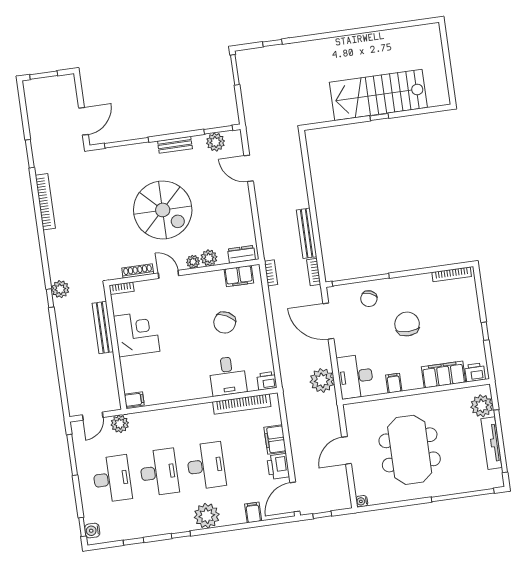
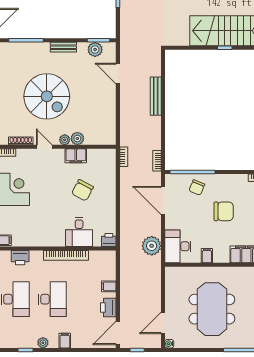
bench: (307, 233) -> (156, 96), moved
dresser: (242, 254) -> (103, 139), removed
filing cabinet: (239, 276) -> (76, 156), moved
chair: (407, 324) -> (224, 211), turned 90
bookcase: (242, 404) -> (66, 255), moved
printer: (158, 419) -> (20, 258), added
filing cabinet: (275, 439) -> (109, 286), width x0.50
door: (347, 450) -> (163, 323), moved
filing cabinet: (253, 512) -> (65, 341), moved
plant: (207, 516) -> (43, 343), width x0.53, depth x0.53

